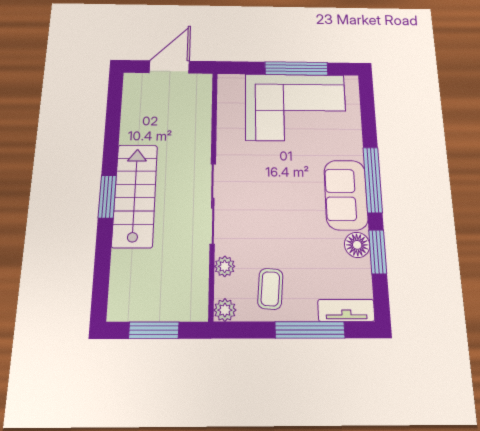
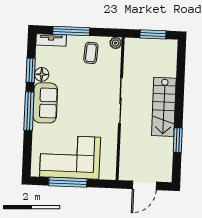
window: (107, 197) -> (178, 140), moved
plant: (225, 266) -> (115, 66), removed

